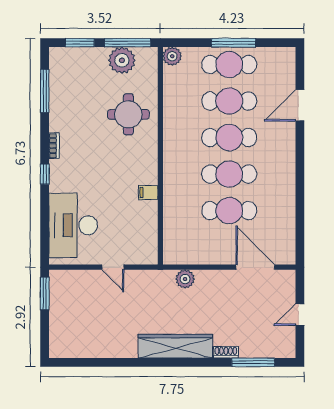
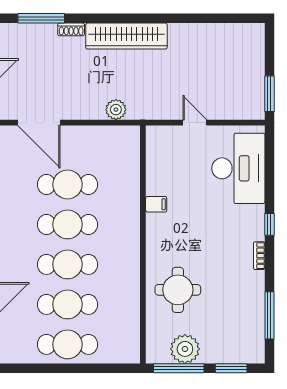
window: (234, 43) -> (63, 368), removed
plant: (172, 56) -> (130, 353), removed

